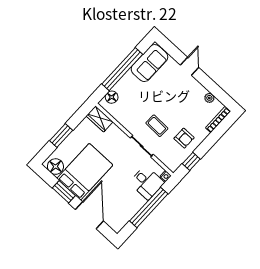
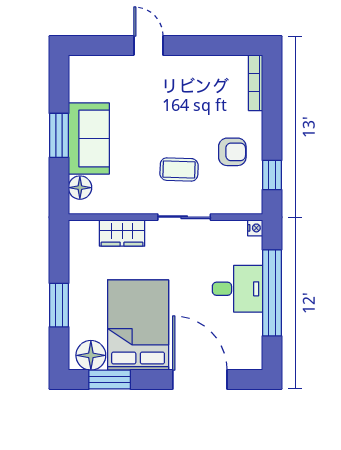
sofa: (149, 63) -> (89, 138), moved
window: (122, 69) -> (59, 135), width x0.47
plant: (209, 98) -> (216, 64), removed
wardrobe: (100, 119) -> (122, 233), moved
desk: (147, 183) -> (238, 289), moved
window: (64, 192) -> (110, 379), moved

